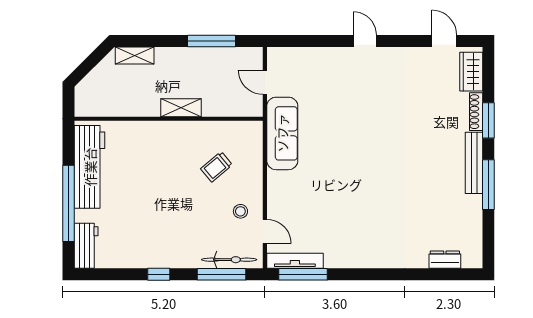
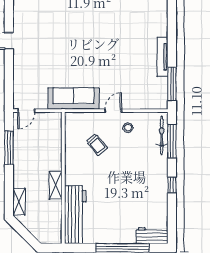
door: (265, 82) -> (26, 111), moved
shelving: (181, 108) -> (56, 185), moved
workbench: (90, 167) -> (75, 215), moved, turned 90
door: (265, 231) -> (113, 111), moved
tv unit: (295, 261) -> (162, 57), moved

